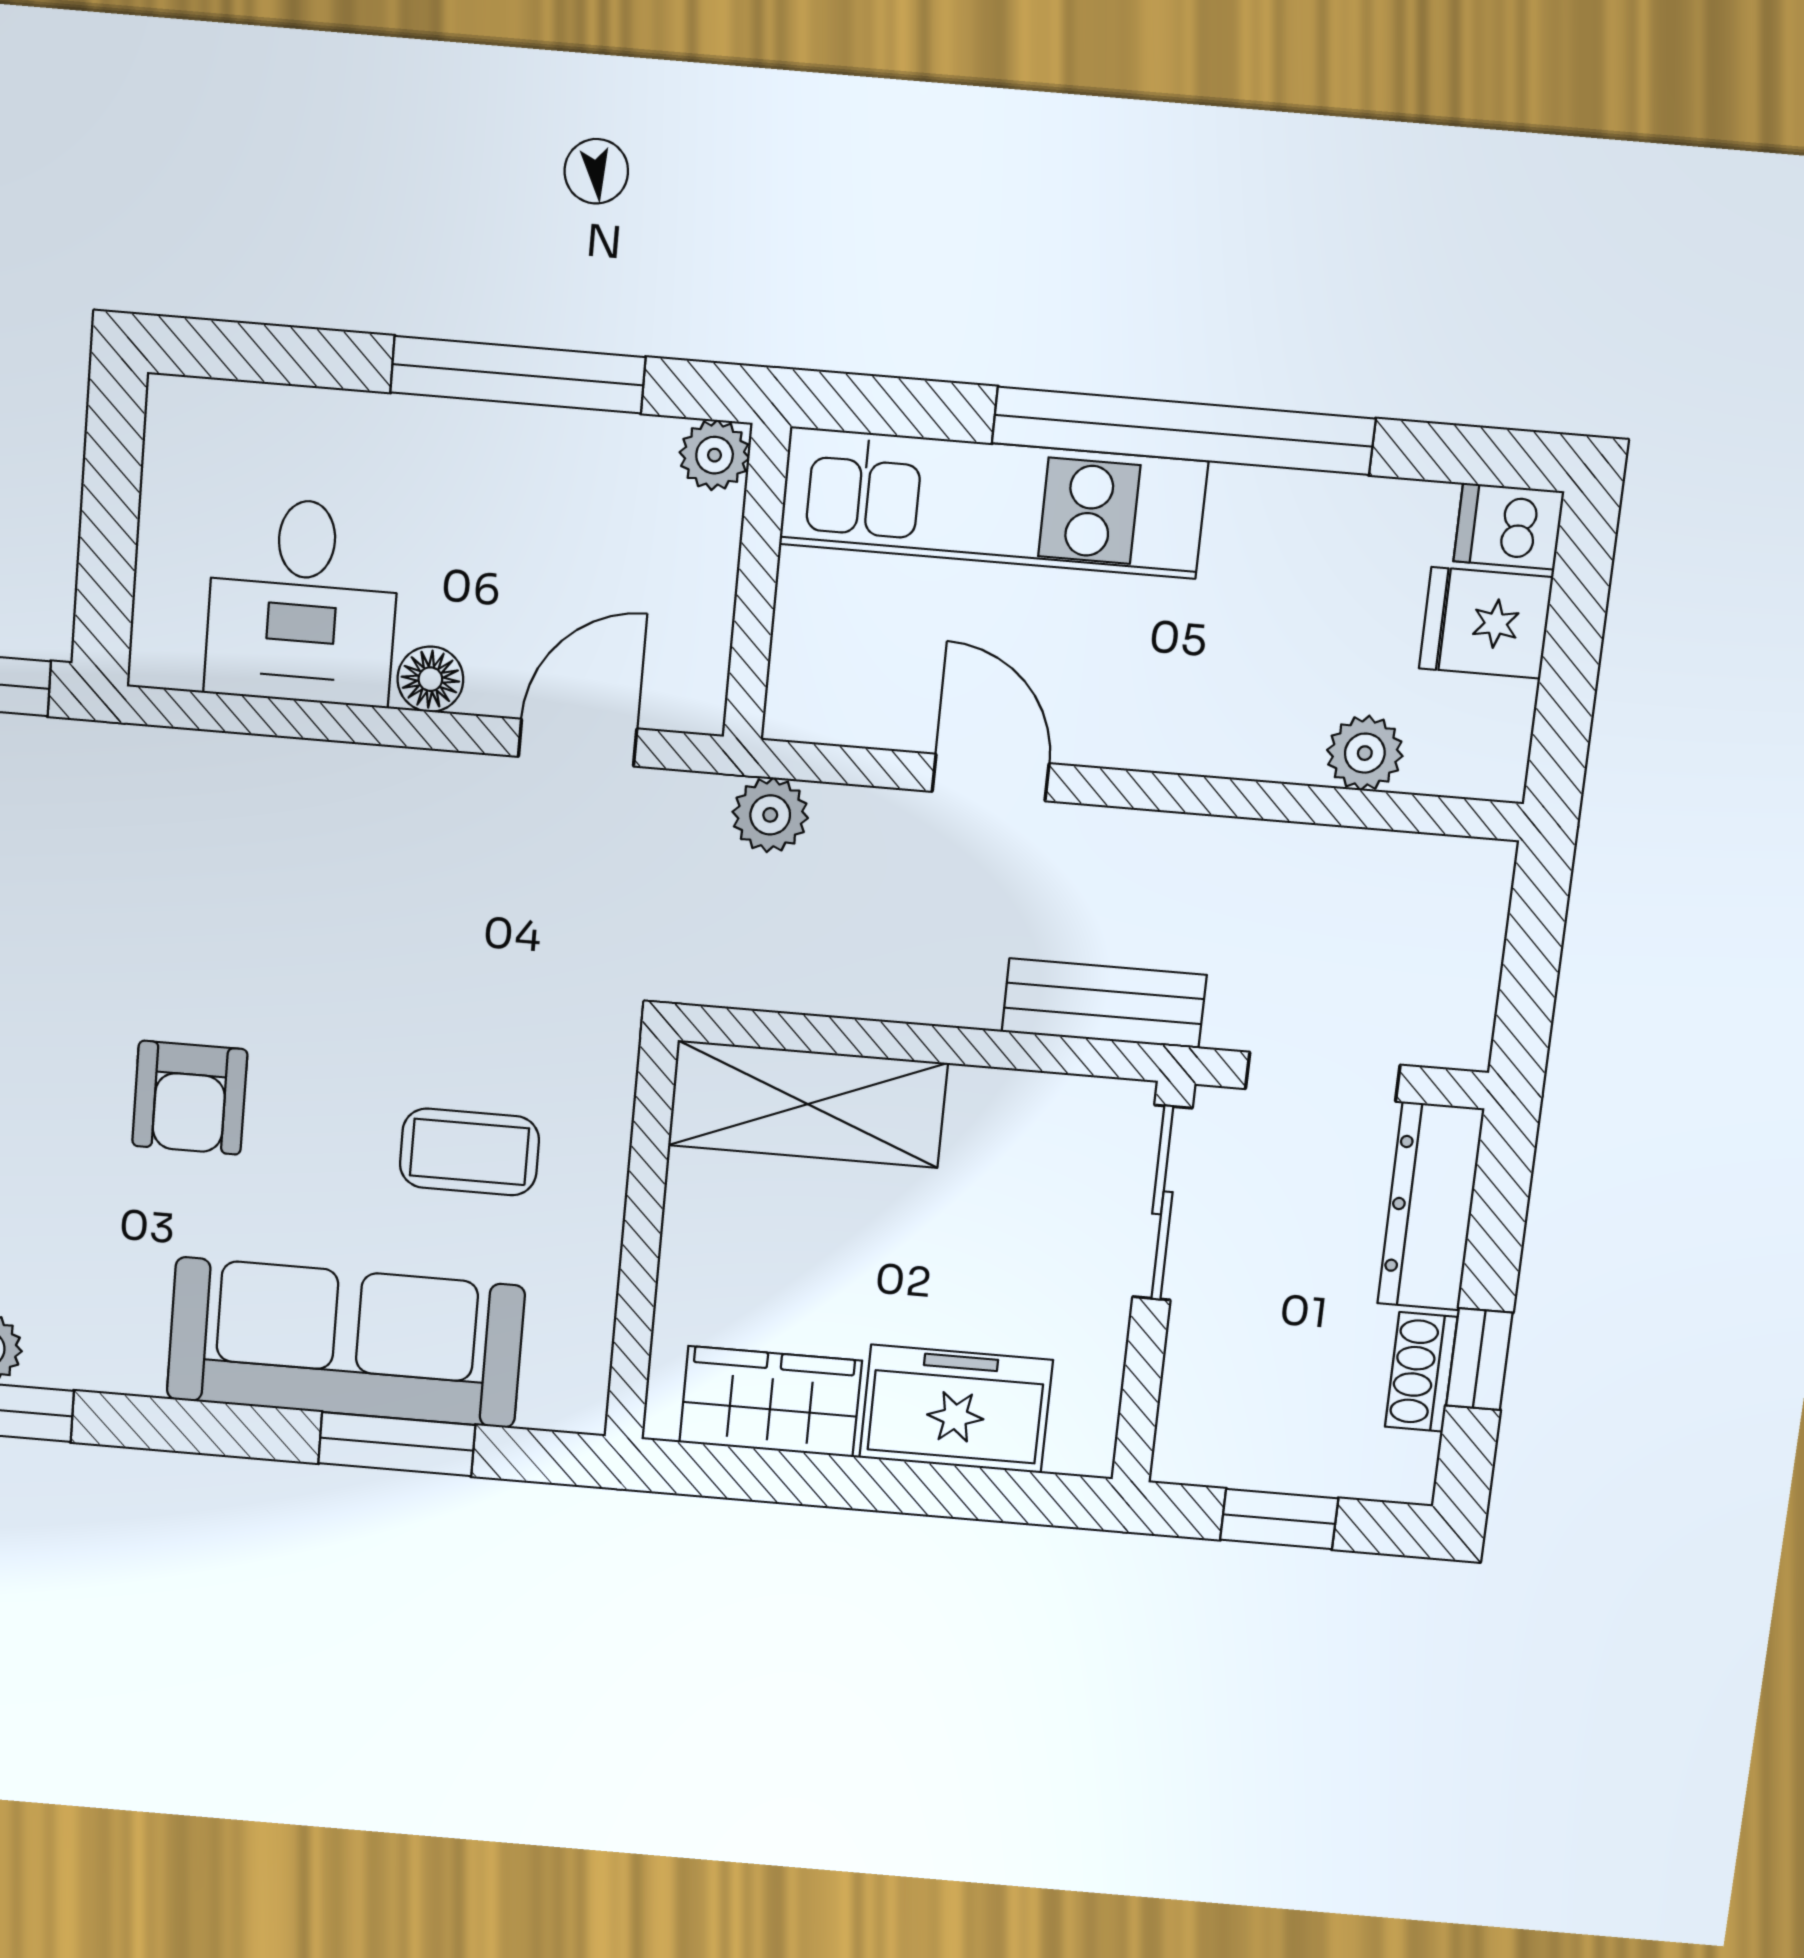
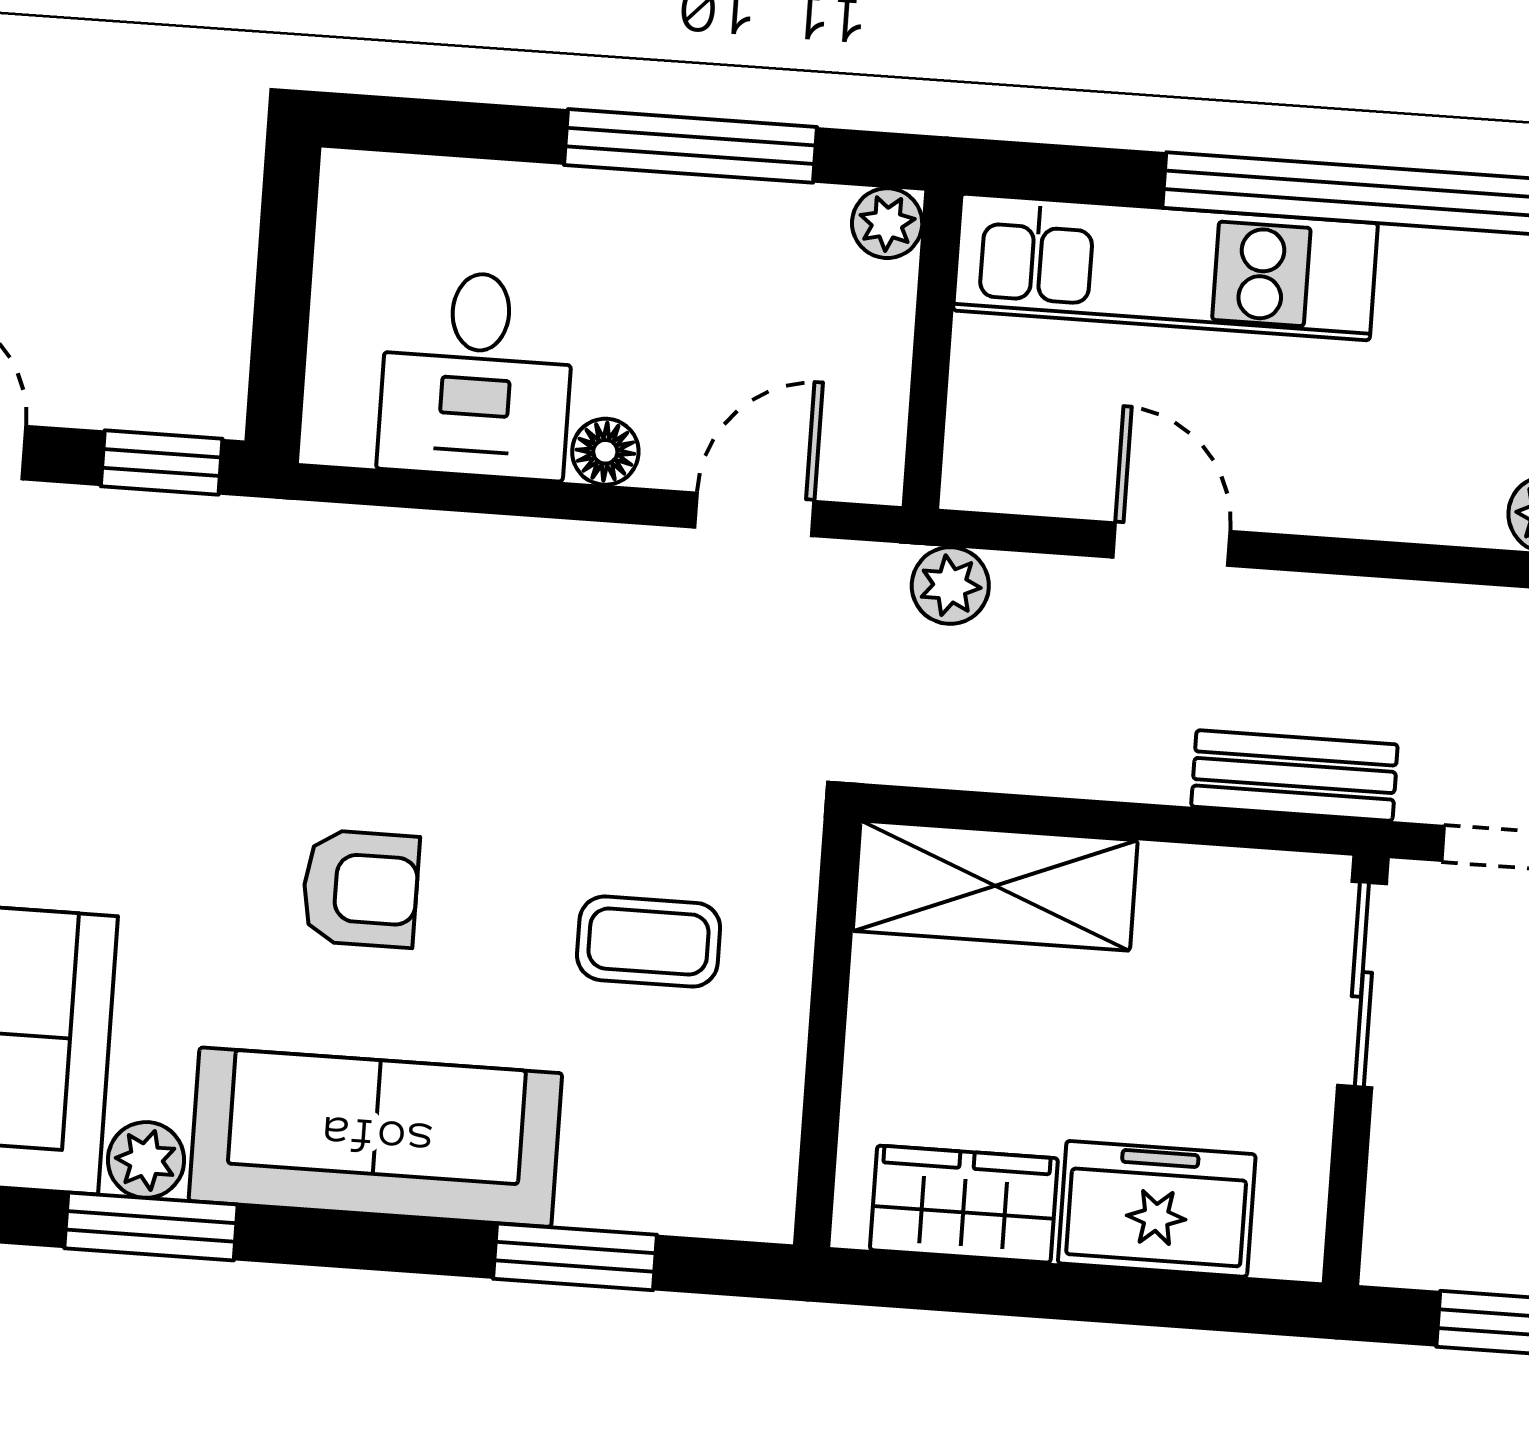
armchair: (190, 1098) -> (360, 889), turned -90
sofa: (345, 1343) -> (375, 1137), moved

